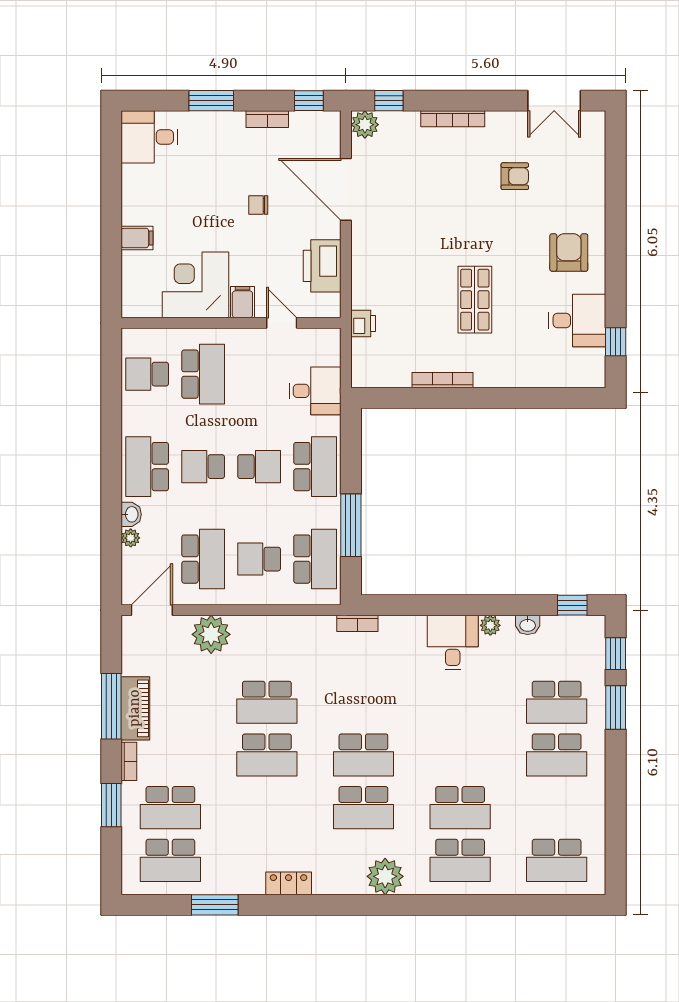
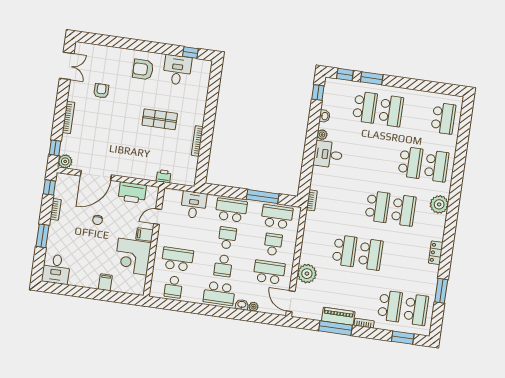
school desk: (259, 559) -> (273, 244), turned 180
window: (111, 805) -> (403, 338), moved

